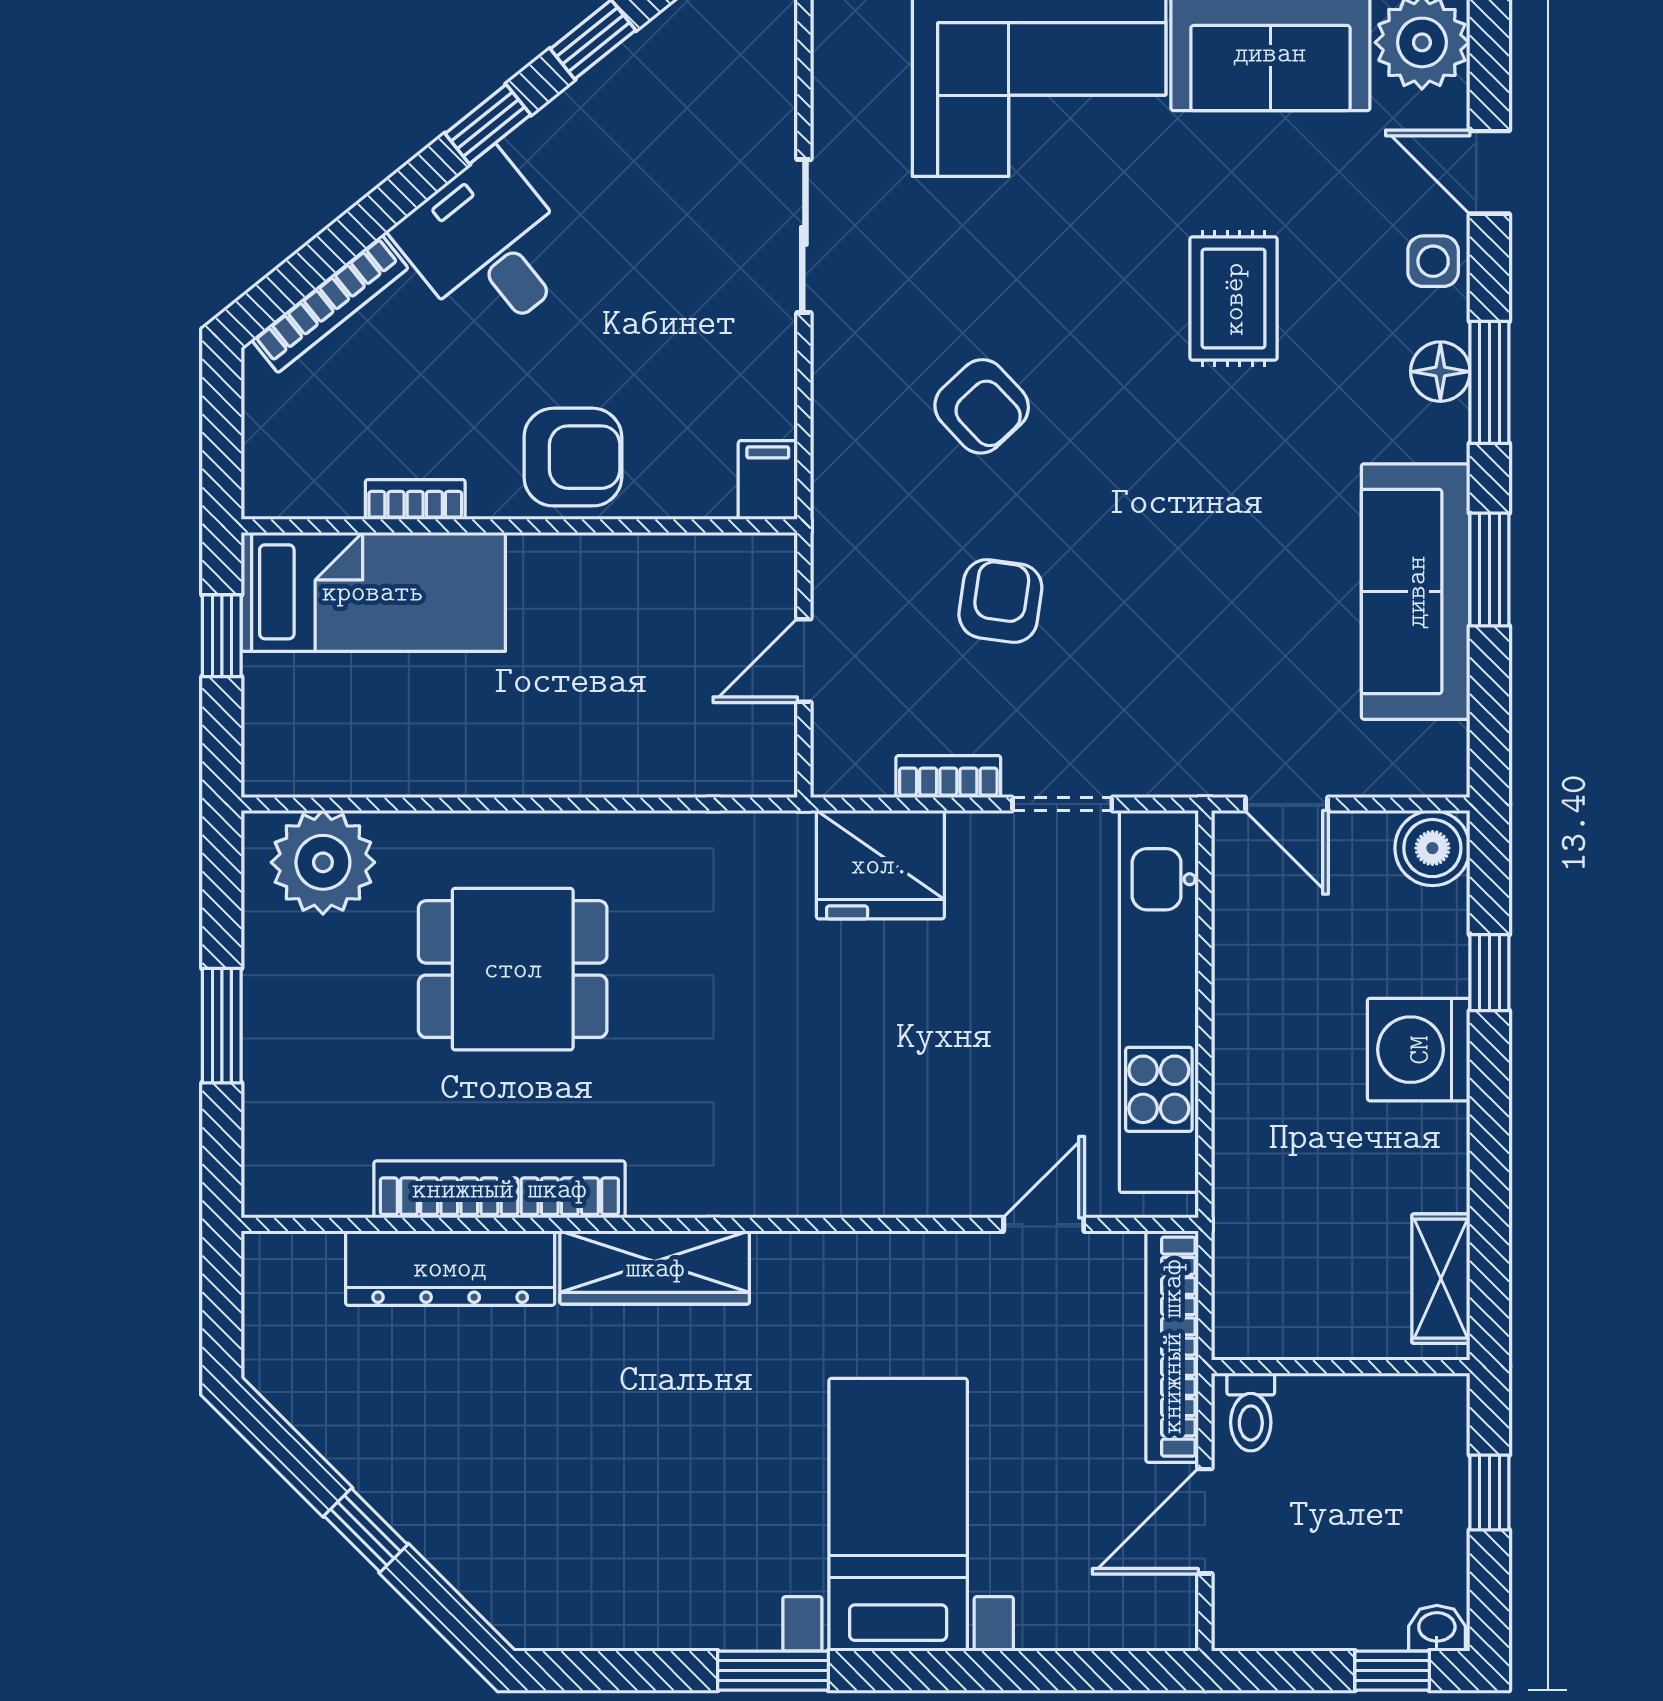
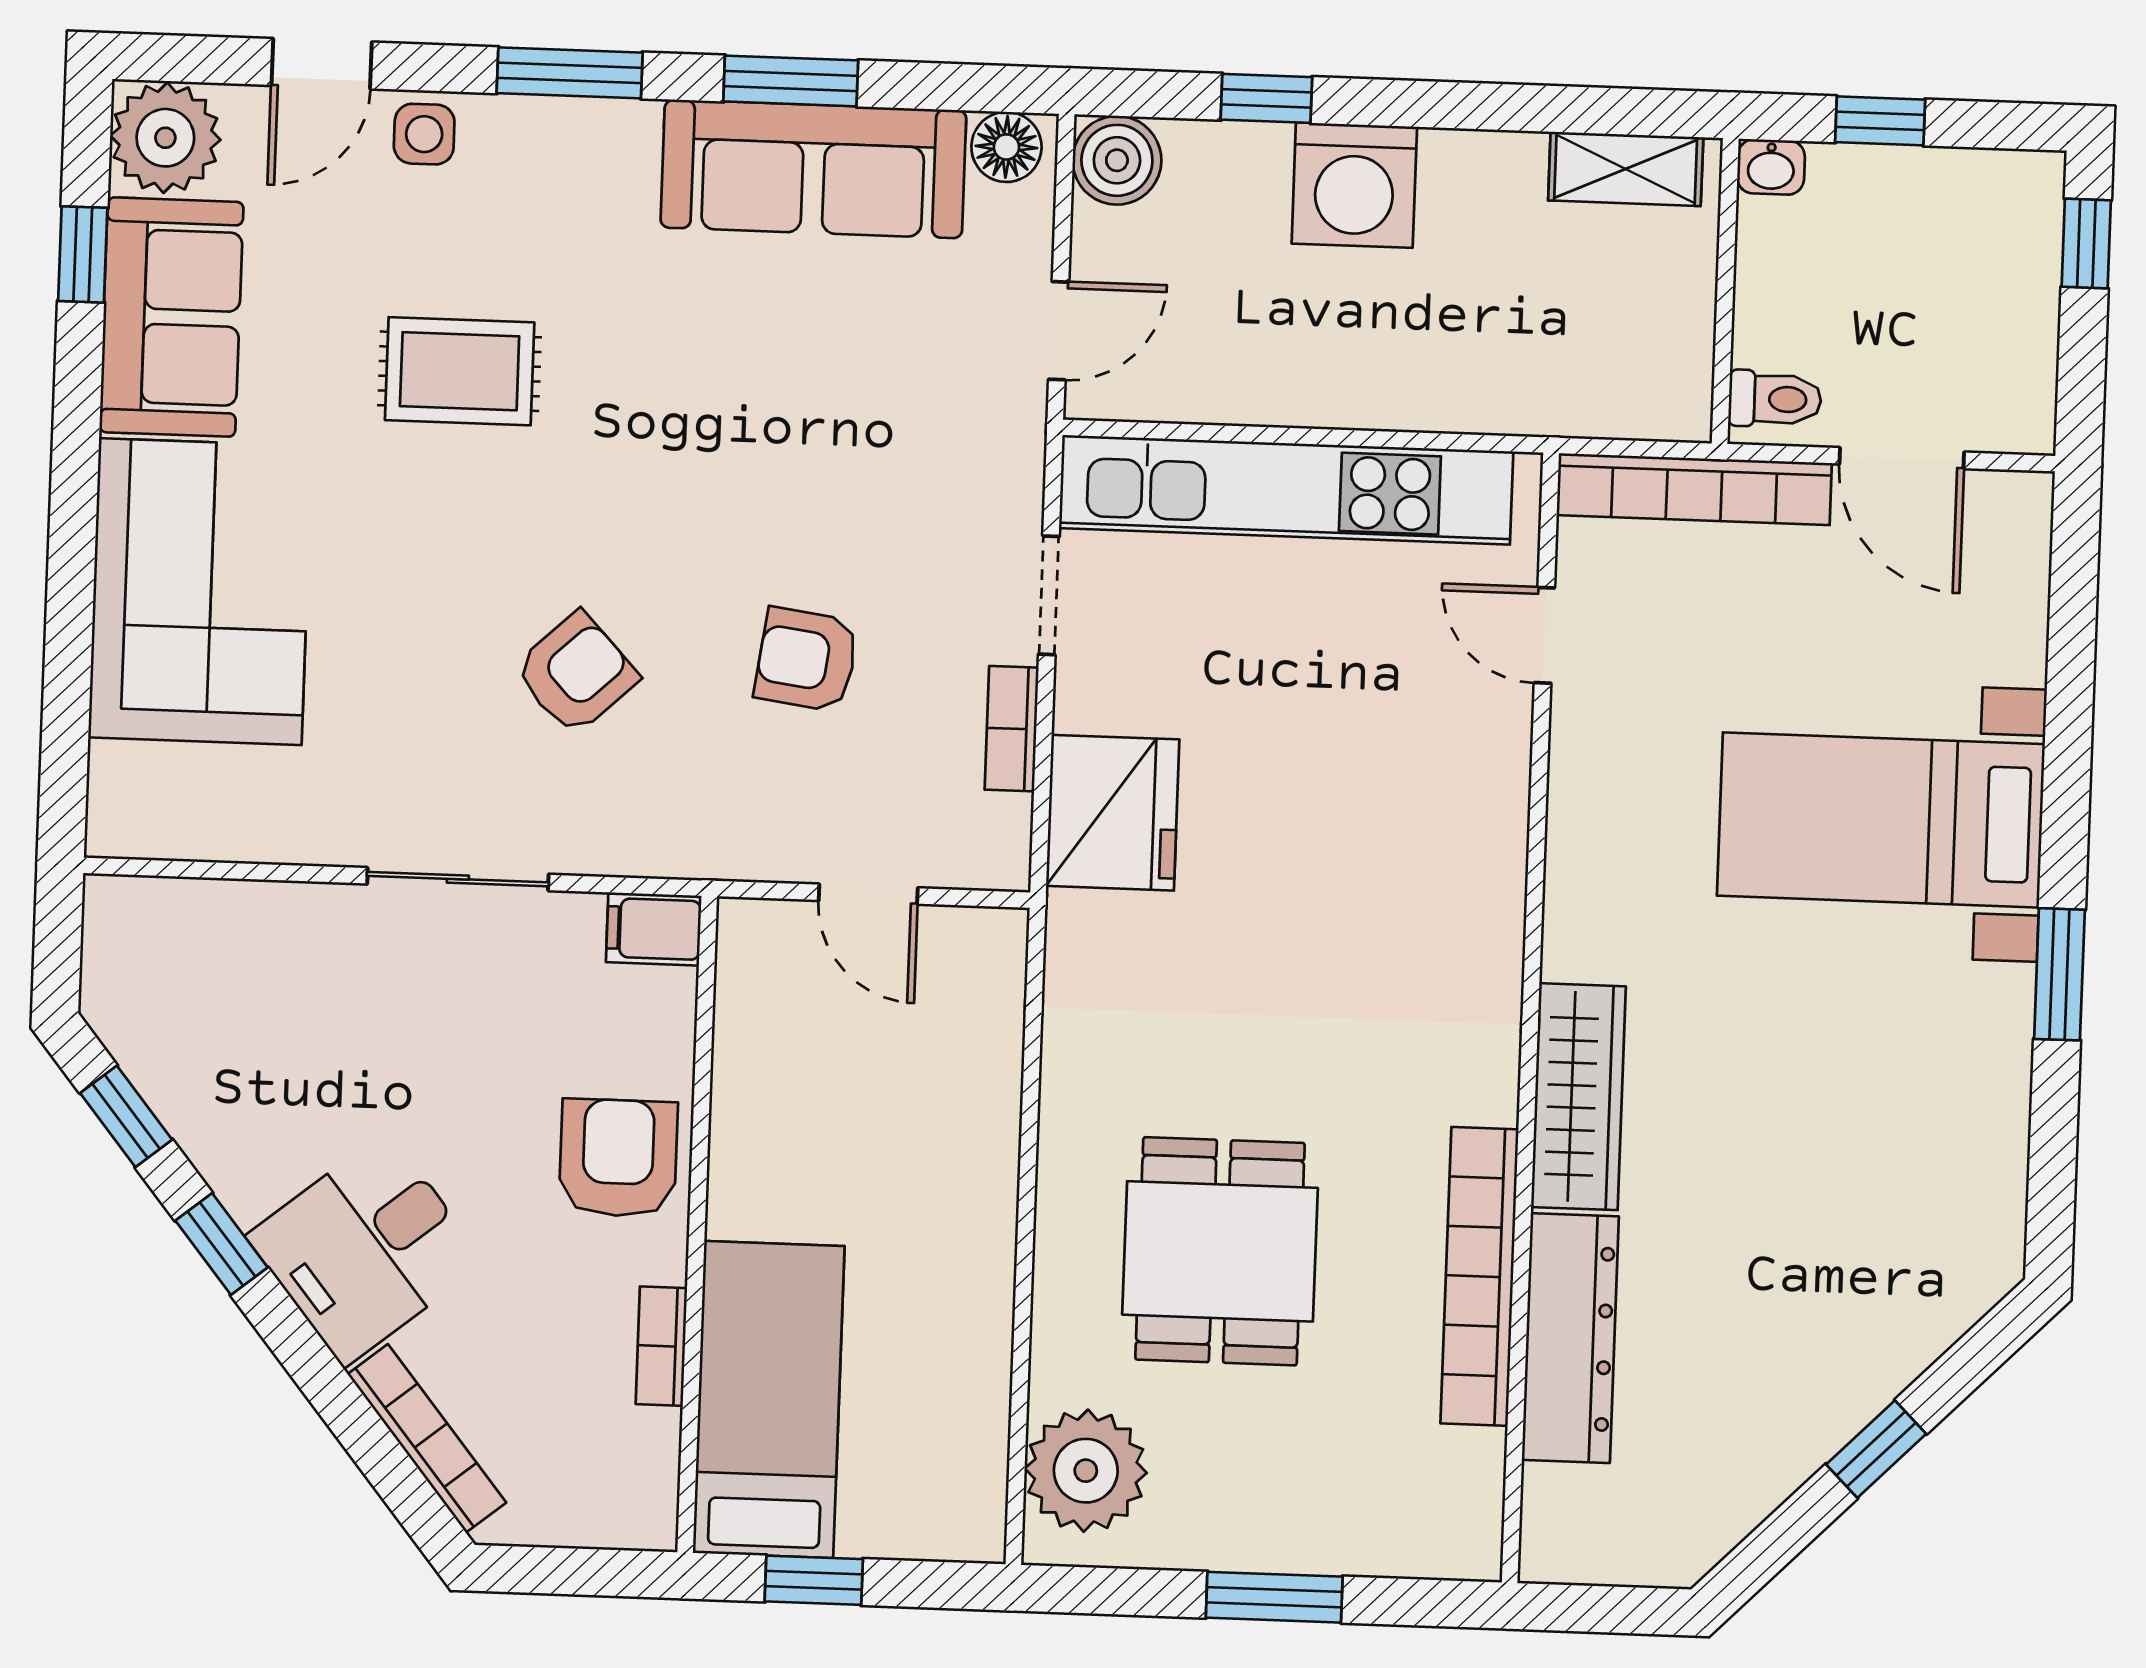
sliding door: (804, 236) -> (458, 879), moved
floor lamp: (1440, 372) -> (1006, 147), moved
washbasin: (1437, 1628) -> (1771, 167), moved, turned -90

